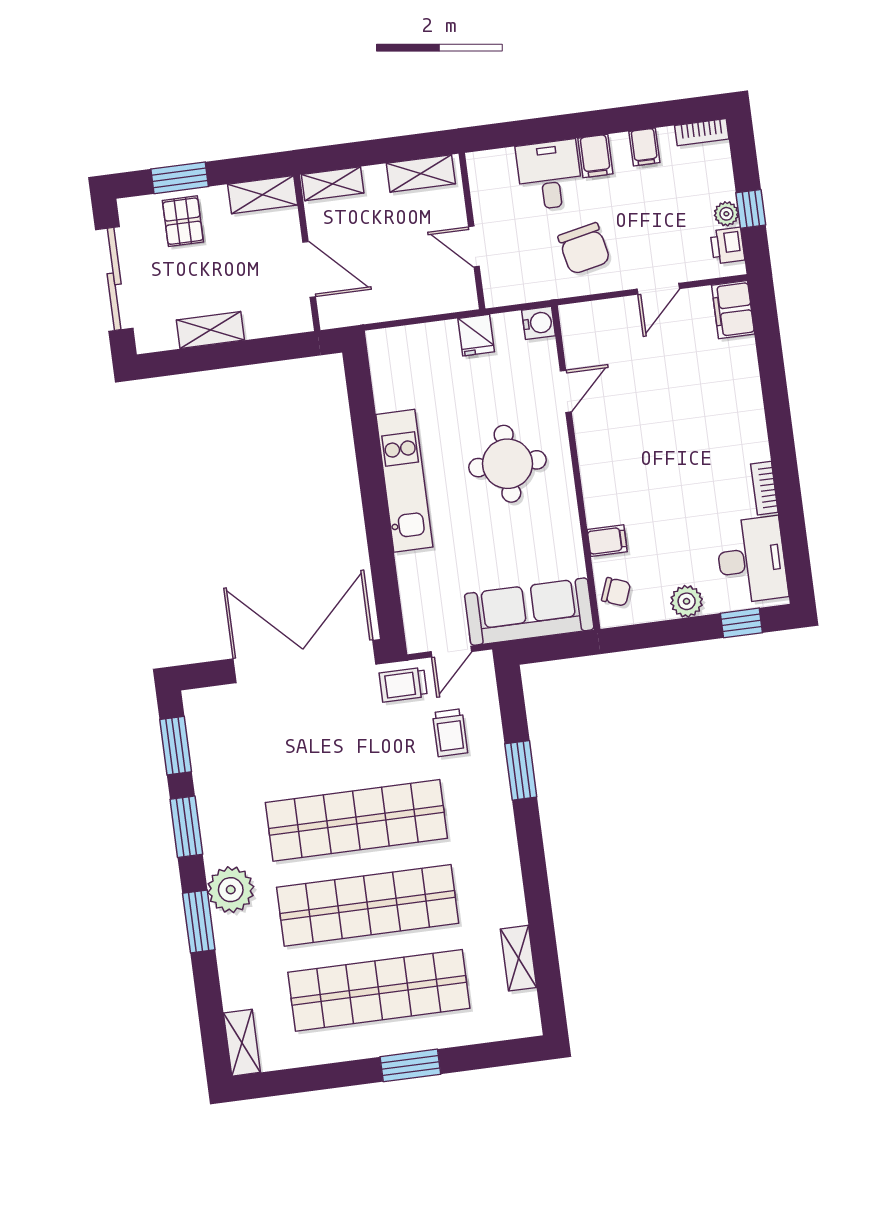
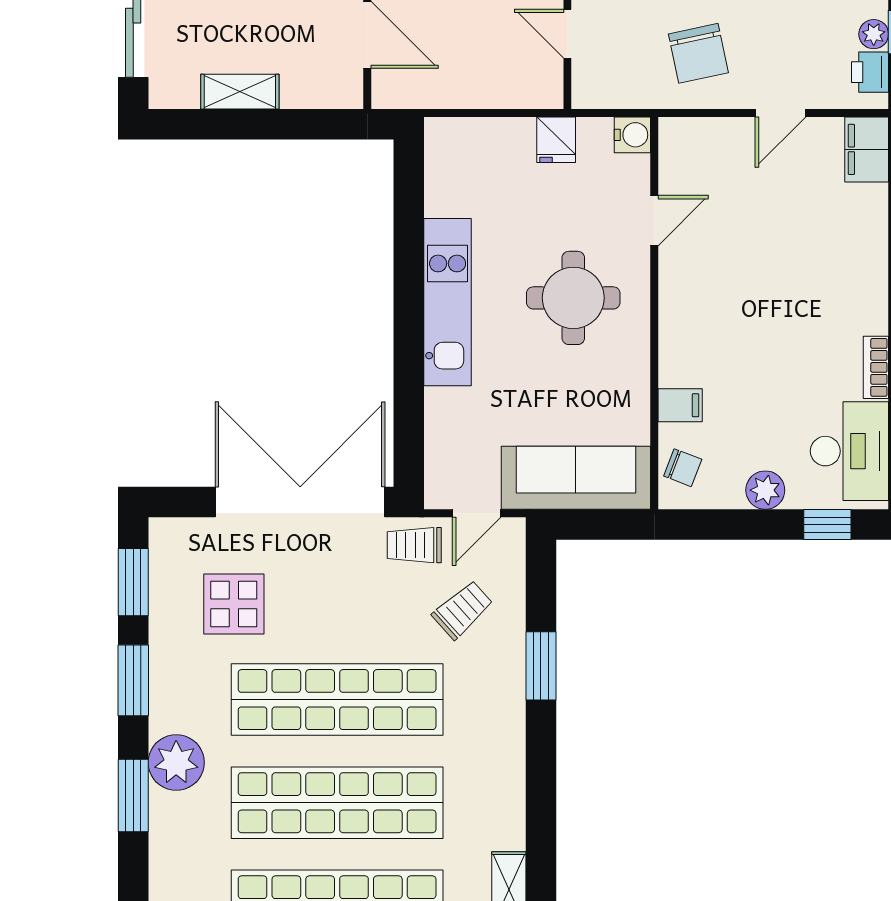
trolley: (450, 733) -> (462, 610), turned -132
display table: (261, 753) -> (234, 604), added

